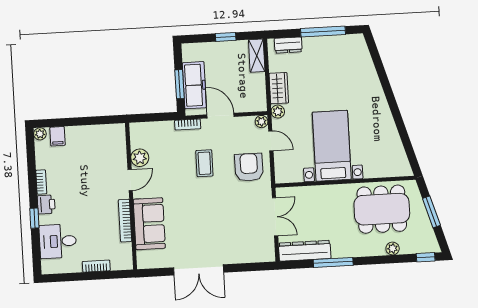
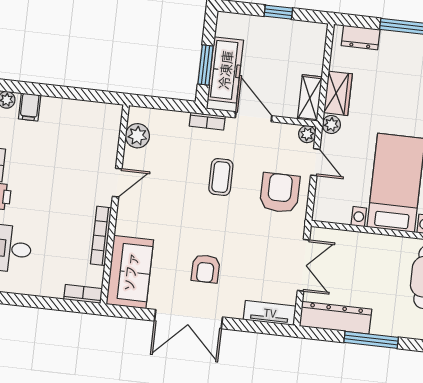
shelving: (257, 56) -> (310, 98), moved
plant: (140, 158) -> (137, 136), moved
sofa: (149, 224) -> (130, 272), moved
armchair: (205, 231) -> (206, 269), added
tv unit: (257, 255) -> (270, 313), added
bookcase: (96, 266) -> (83, 294), moved

